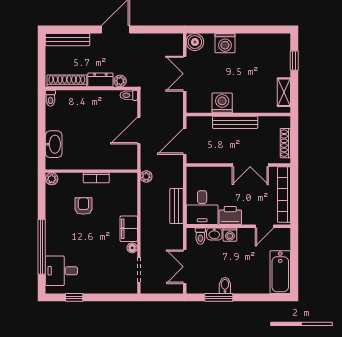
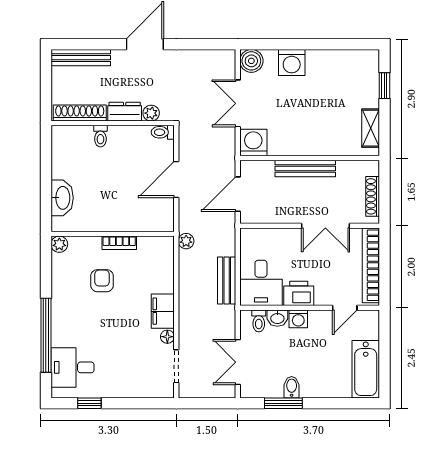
toilet: (50, 98) -> (100, 136), moved
washing machine: (222, 103) -> (253, 143), moved

